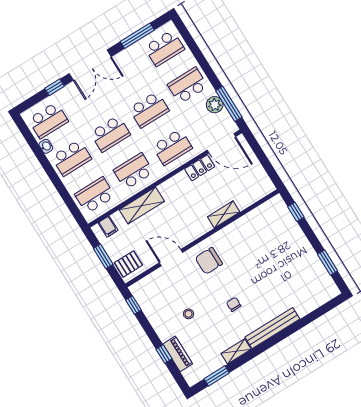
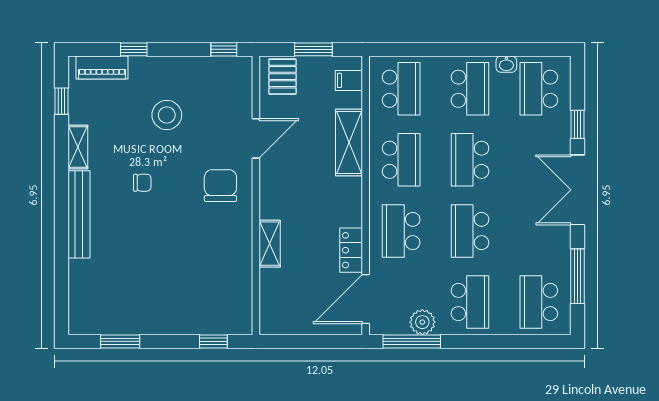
school desk: (72, 158) -> (470, 89), turned 180
stool: (189, 314) -> (167, 115), width x1.89, depth x1.89
piano: (178, 354) -> (102, 68), moved
window: (217, 376) -> (61, 101), width x0.67

